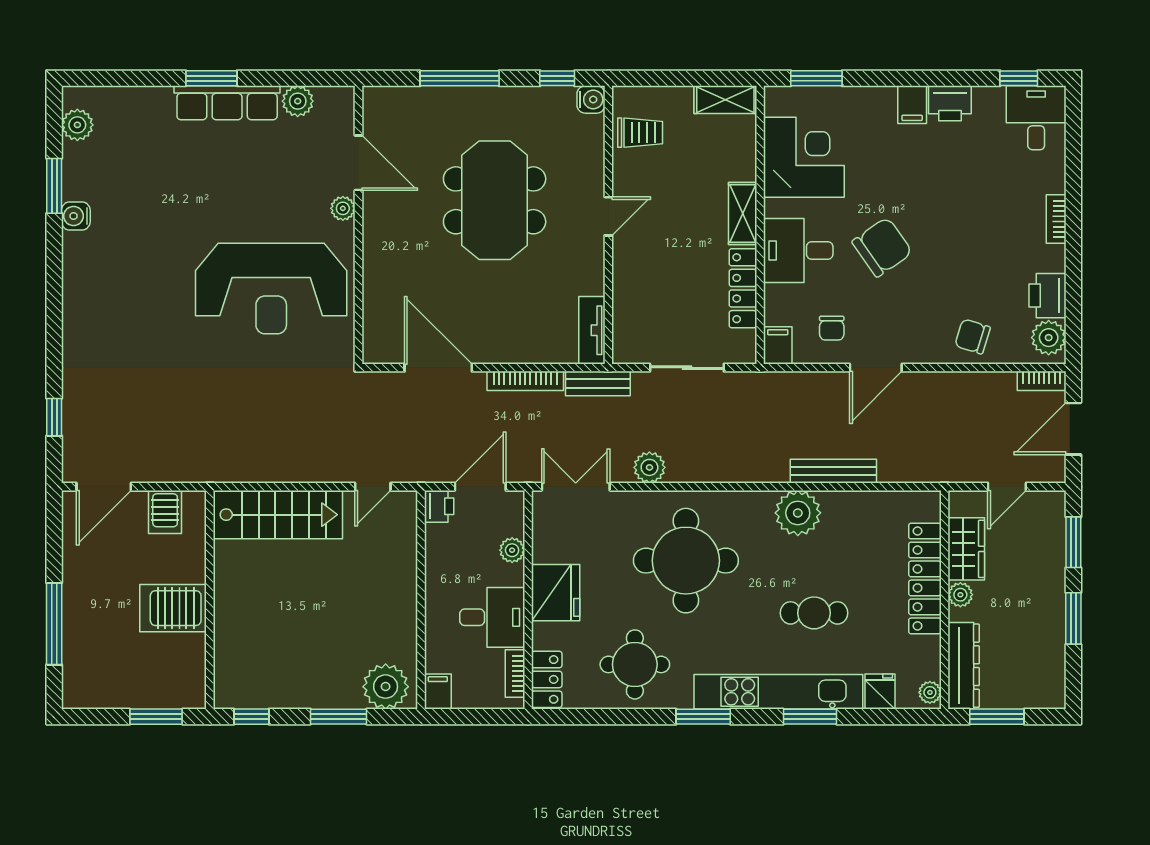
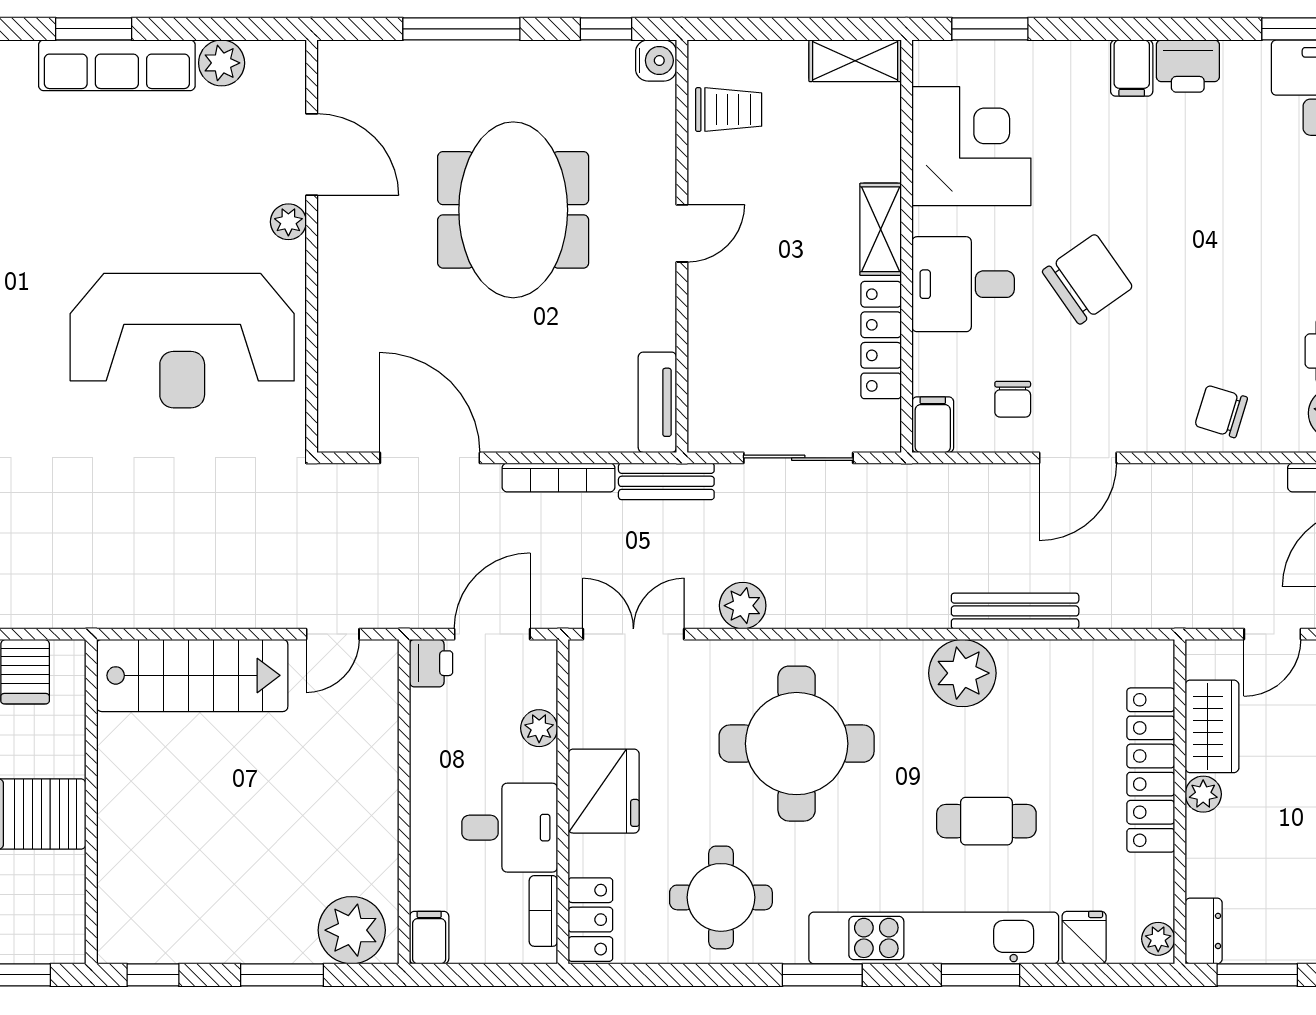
dresser: (964, 666) -> (1204, 931), width x0.51, depth x0.80

